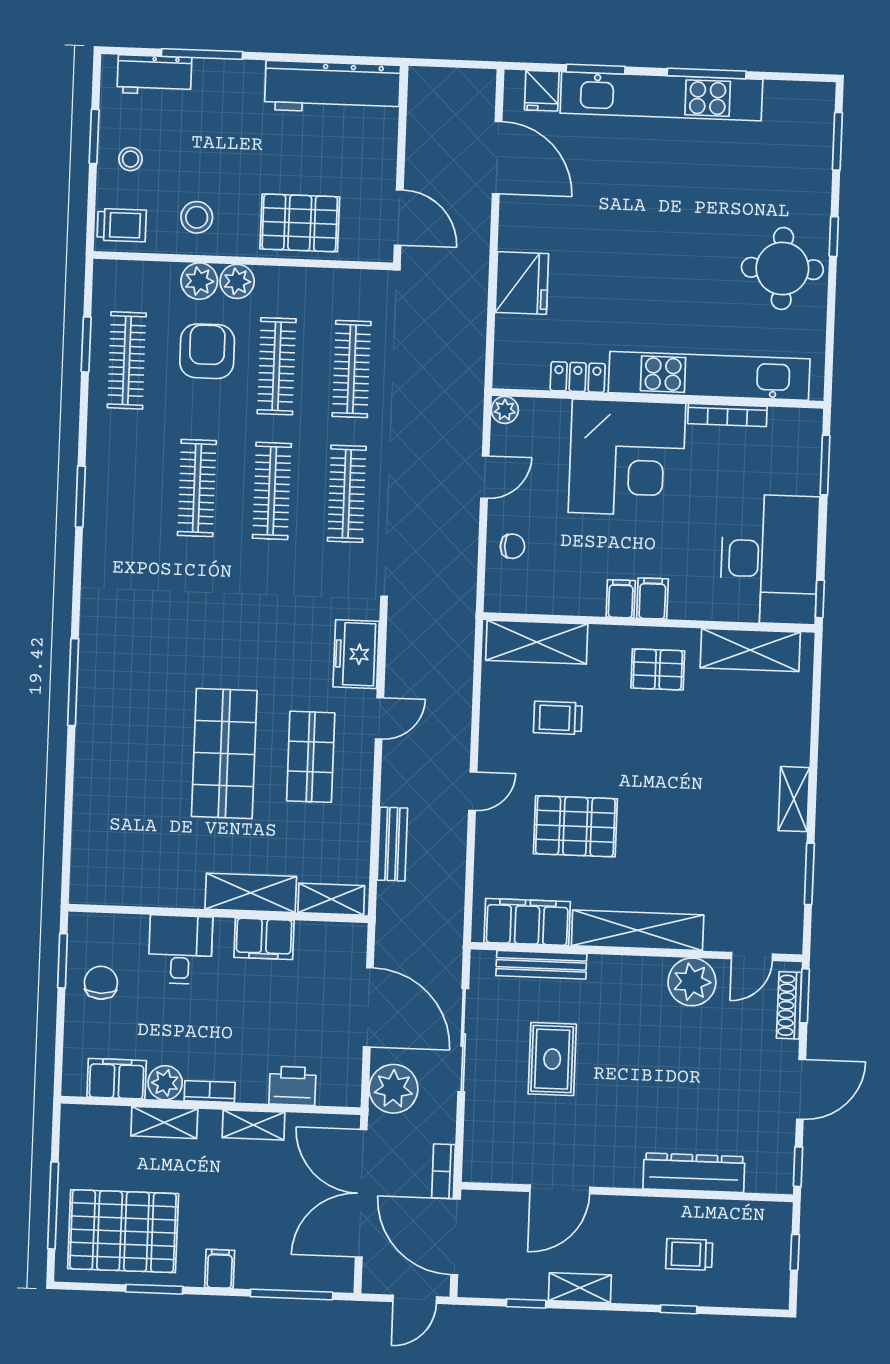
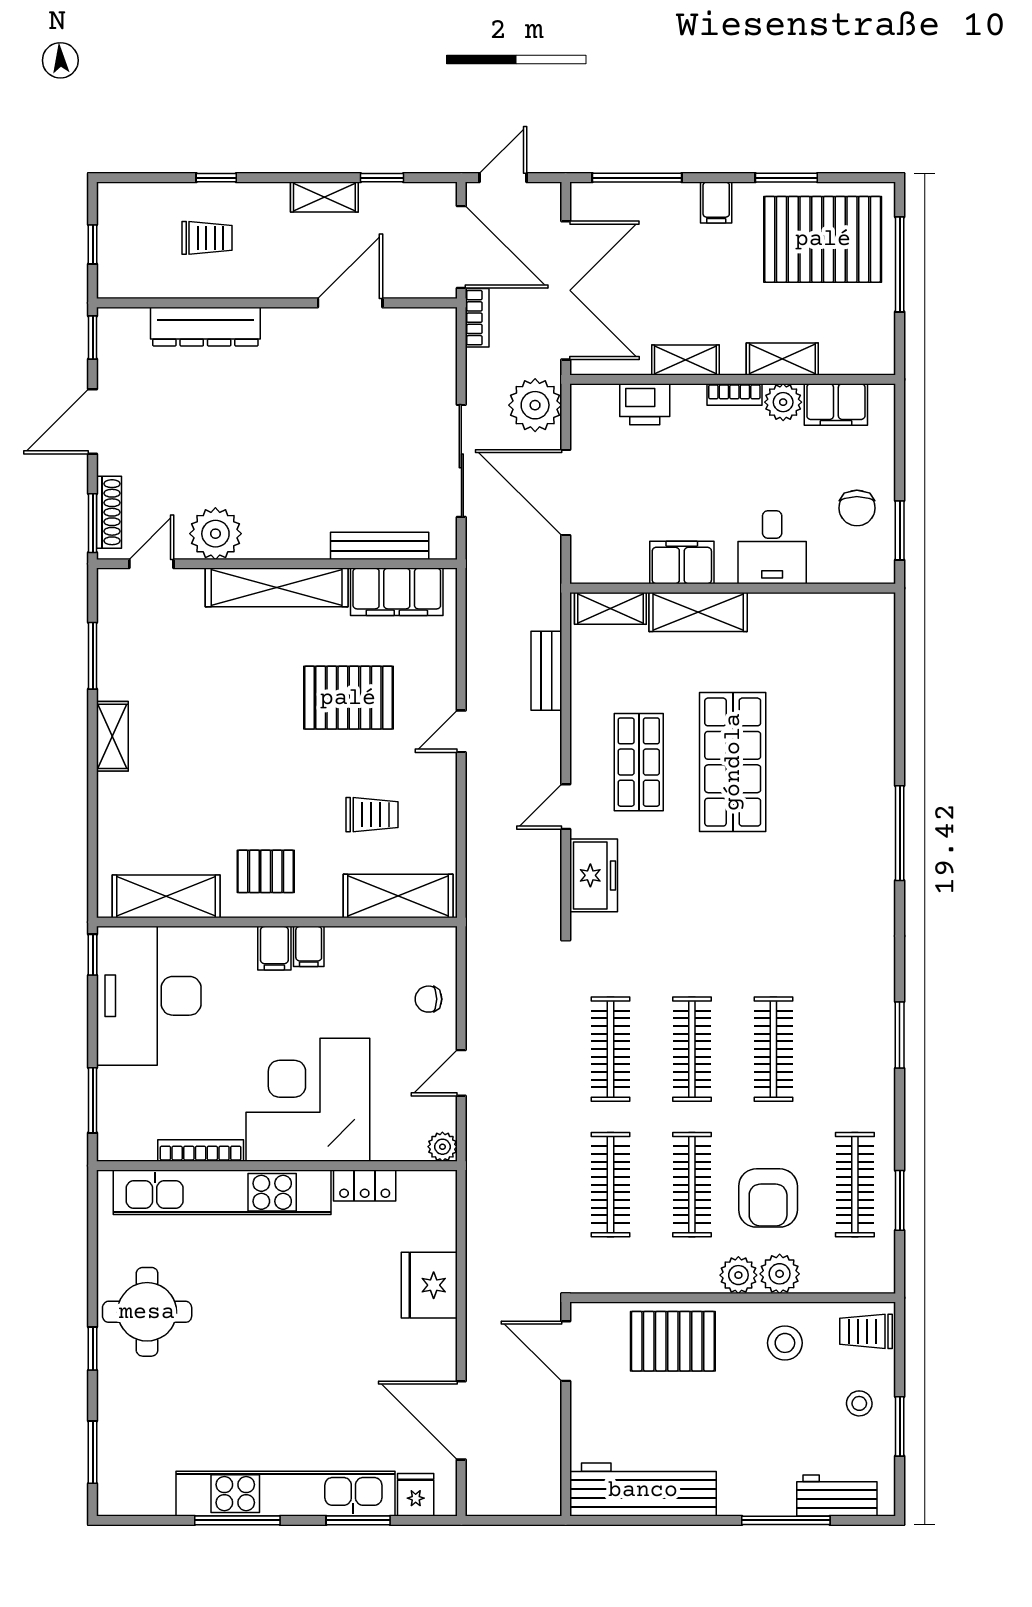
rug: (552, 1059) -> (364, 444), removed

